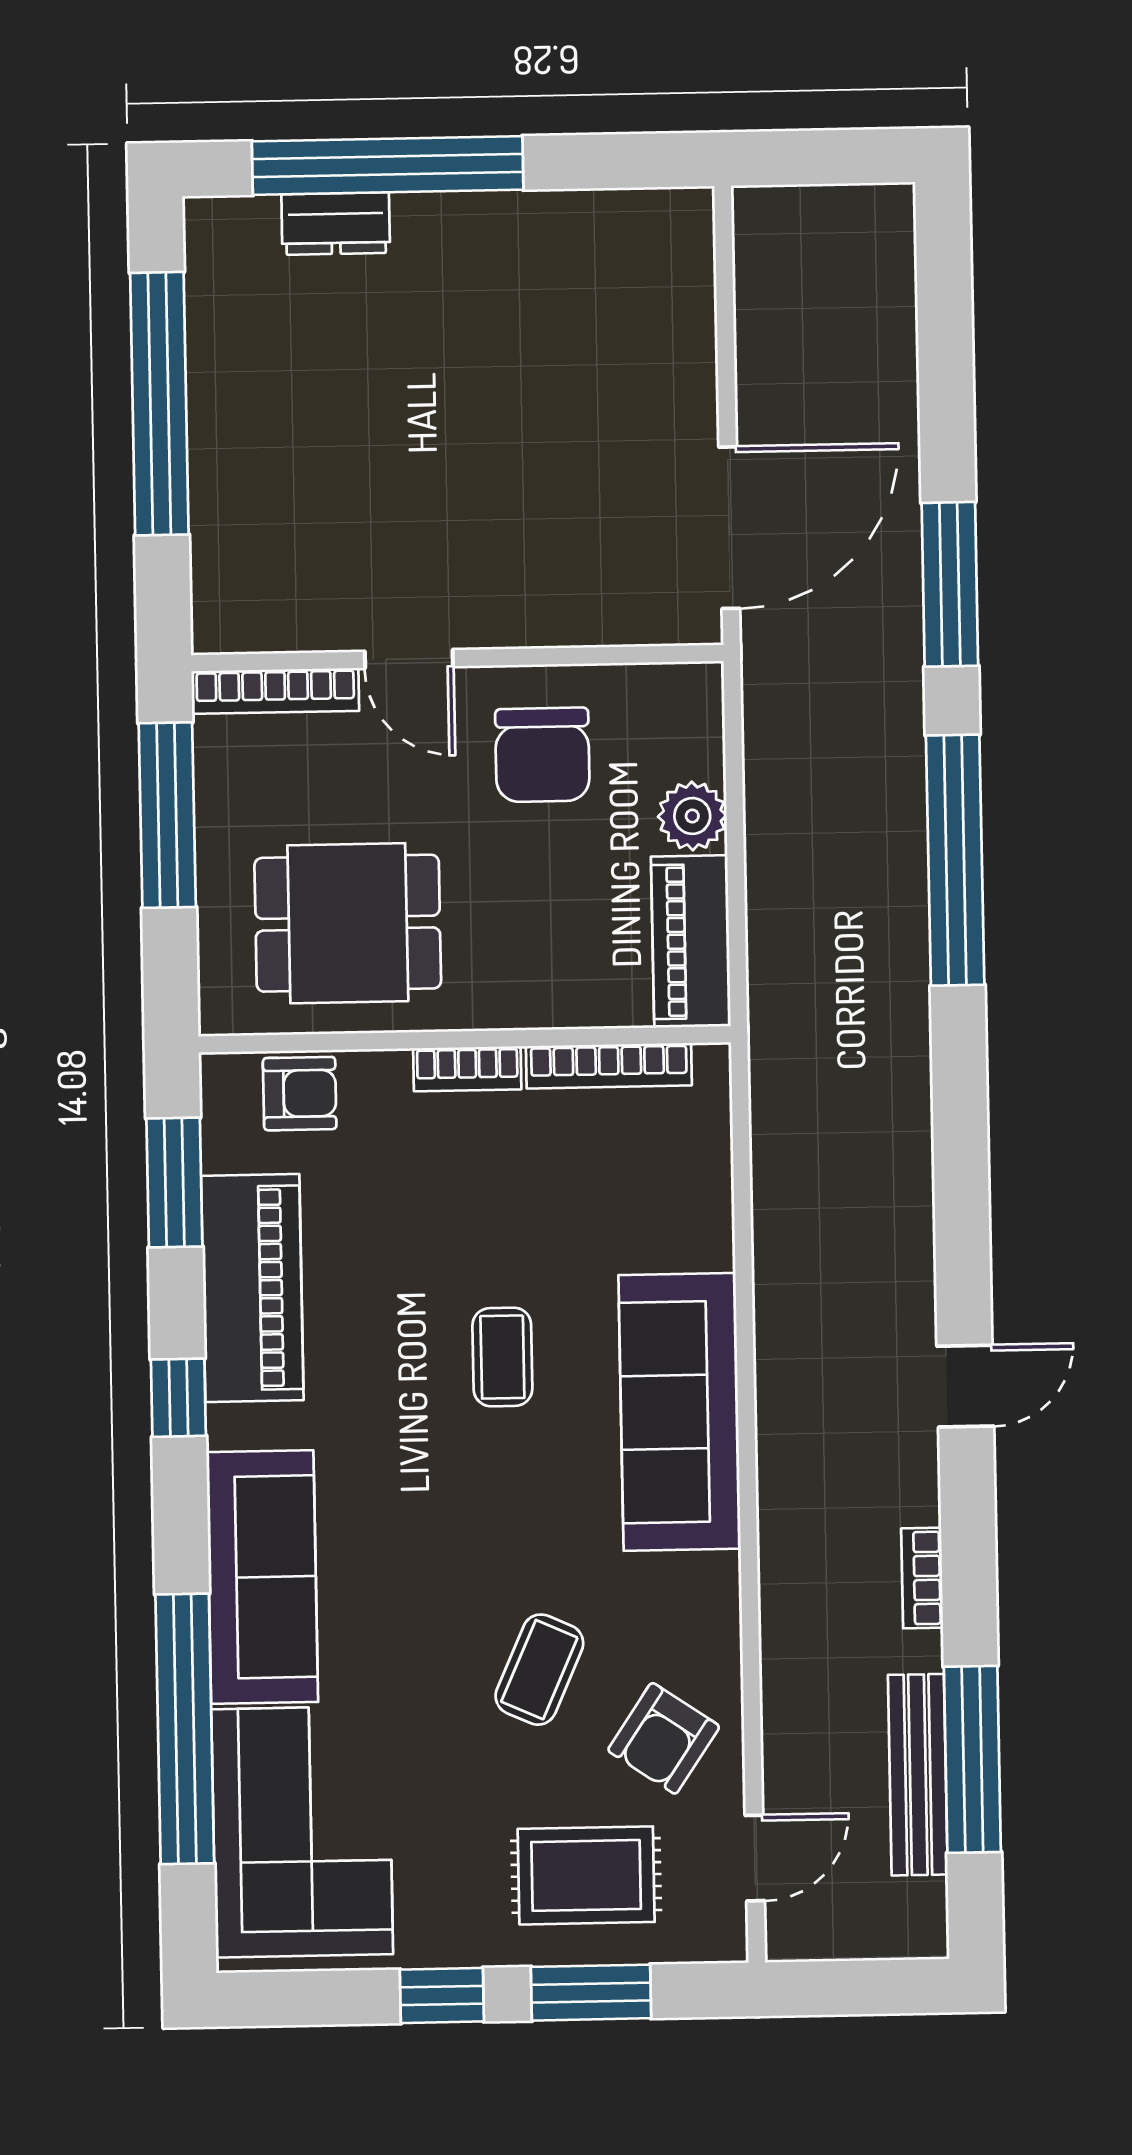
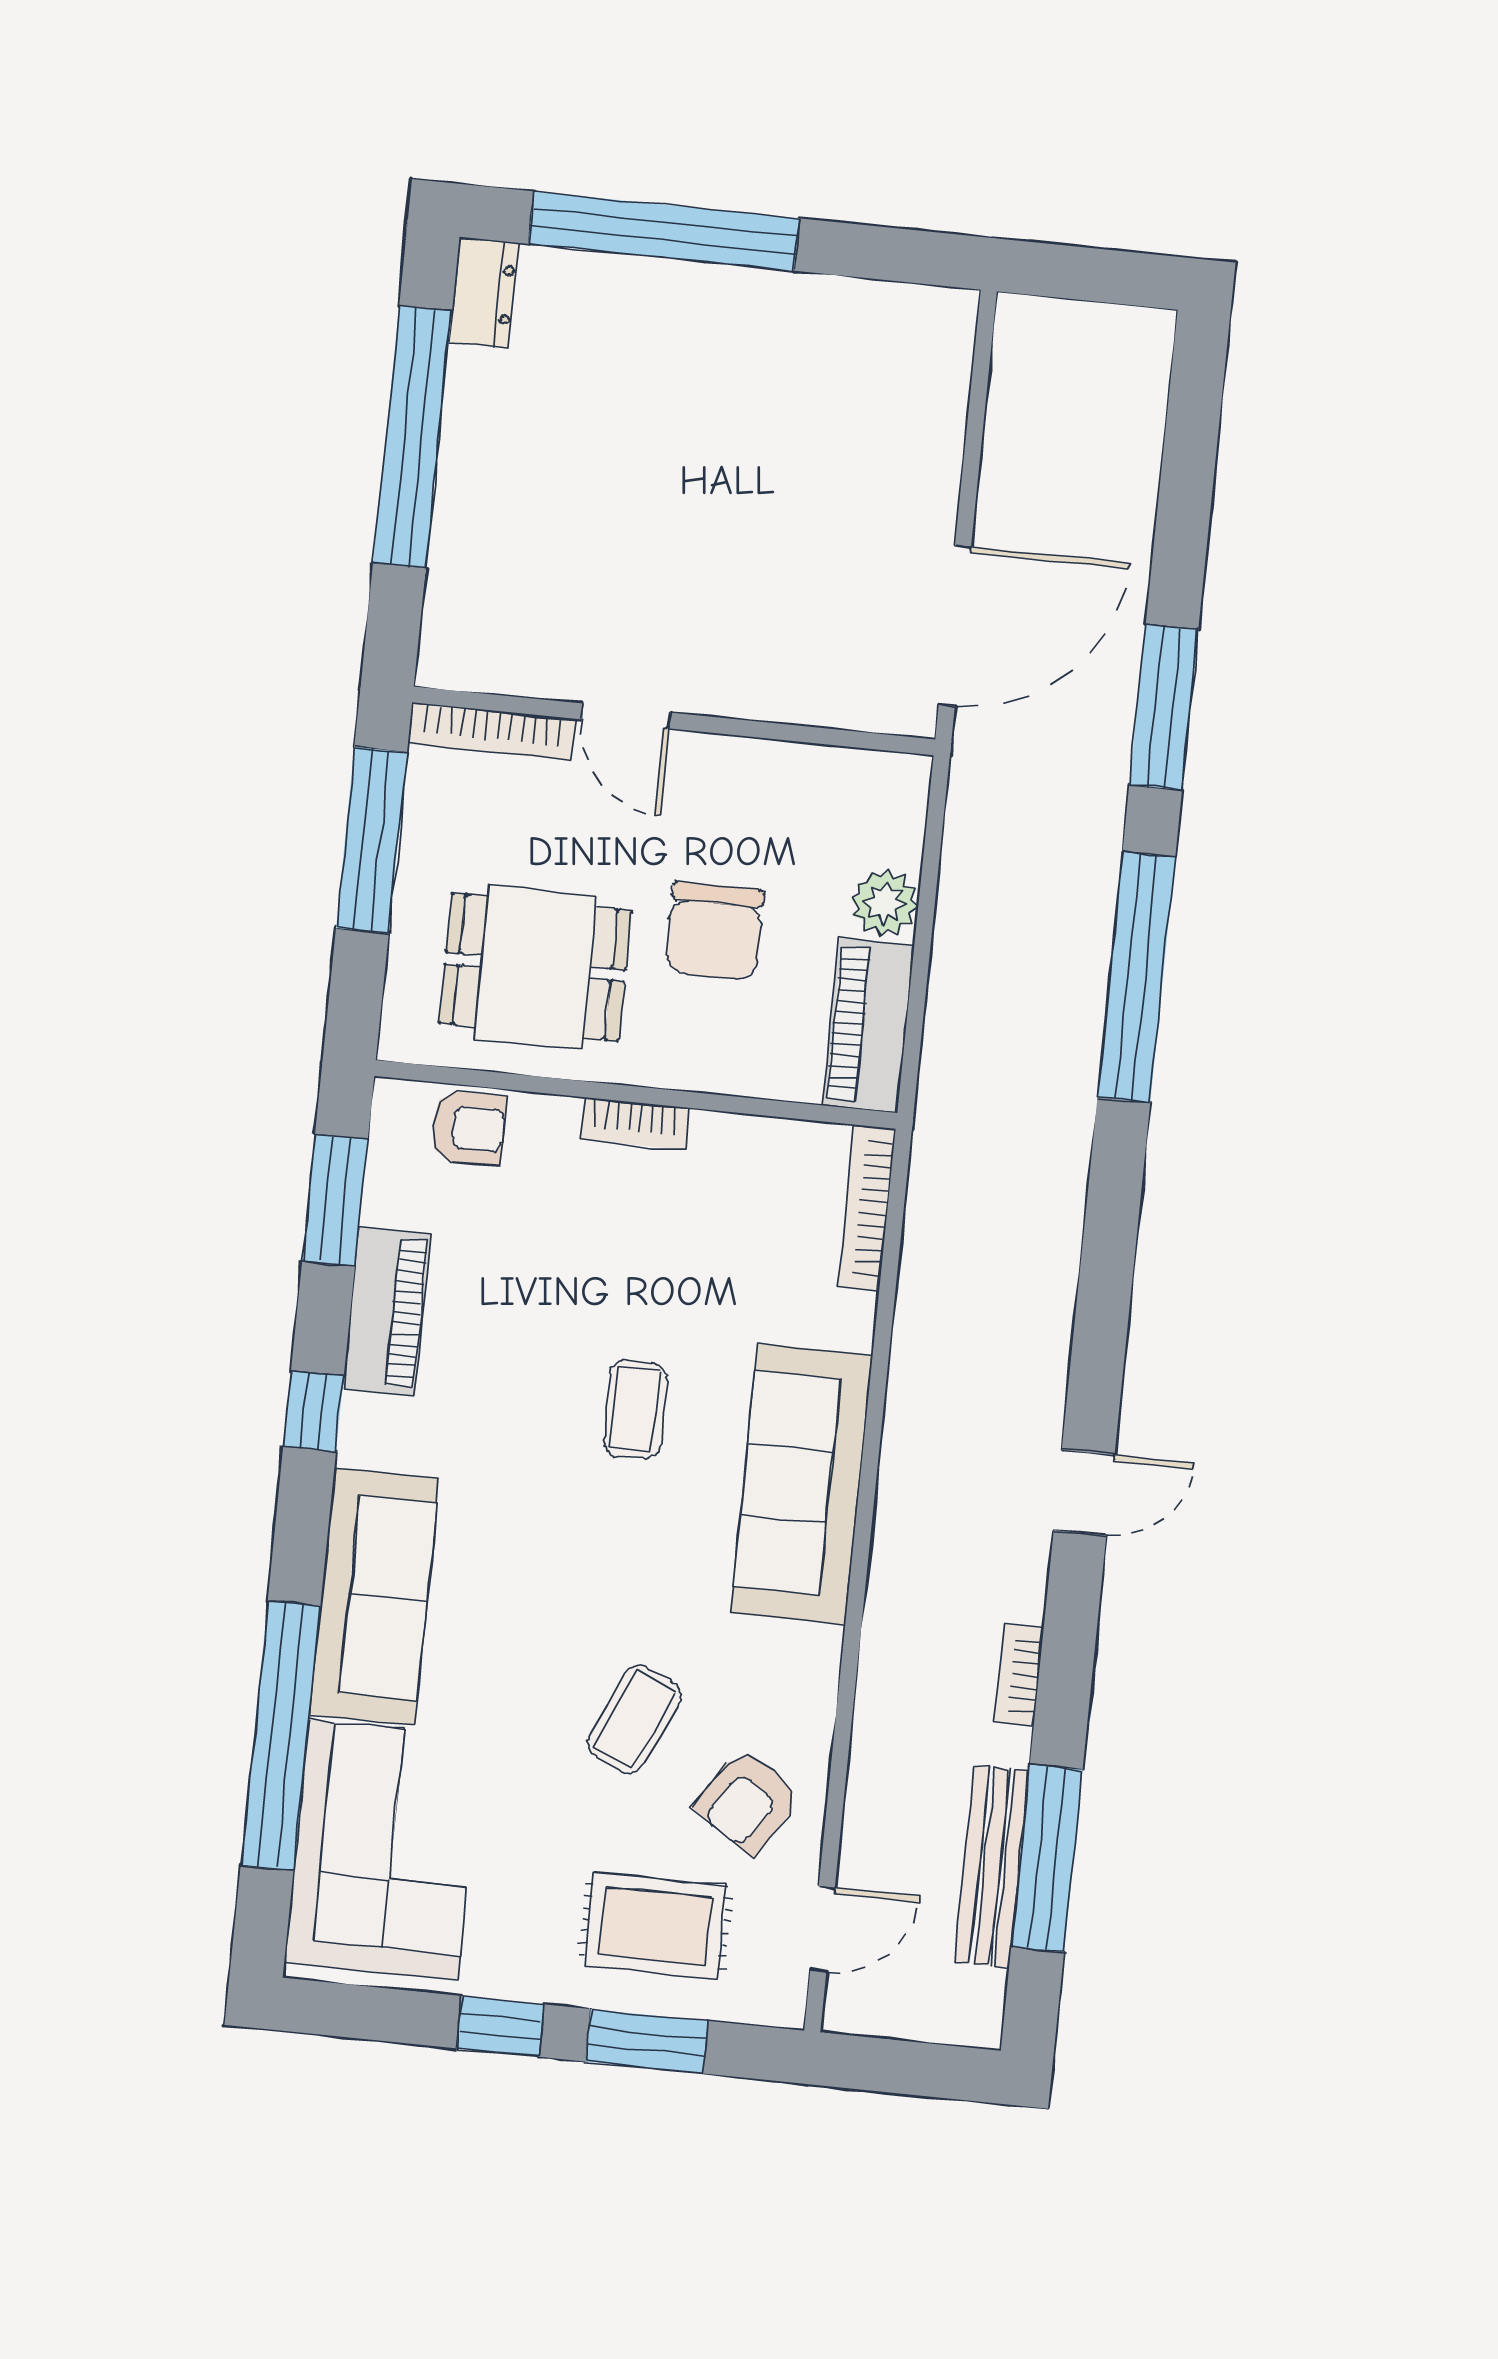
dresser: (336, 224) -> (484, 293), moved, turned -90
chair: (542, 755) -> (714, 931), moved
bookcase: (609, 1066) -> (867, 1208), moved, turned 90
piano: (252, 1288) -> (387, 1311), width x0.73, depth x0.75

